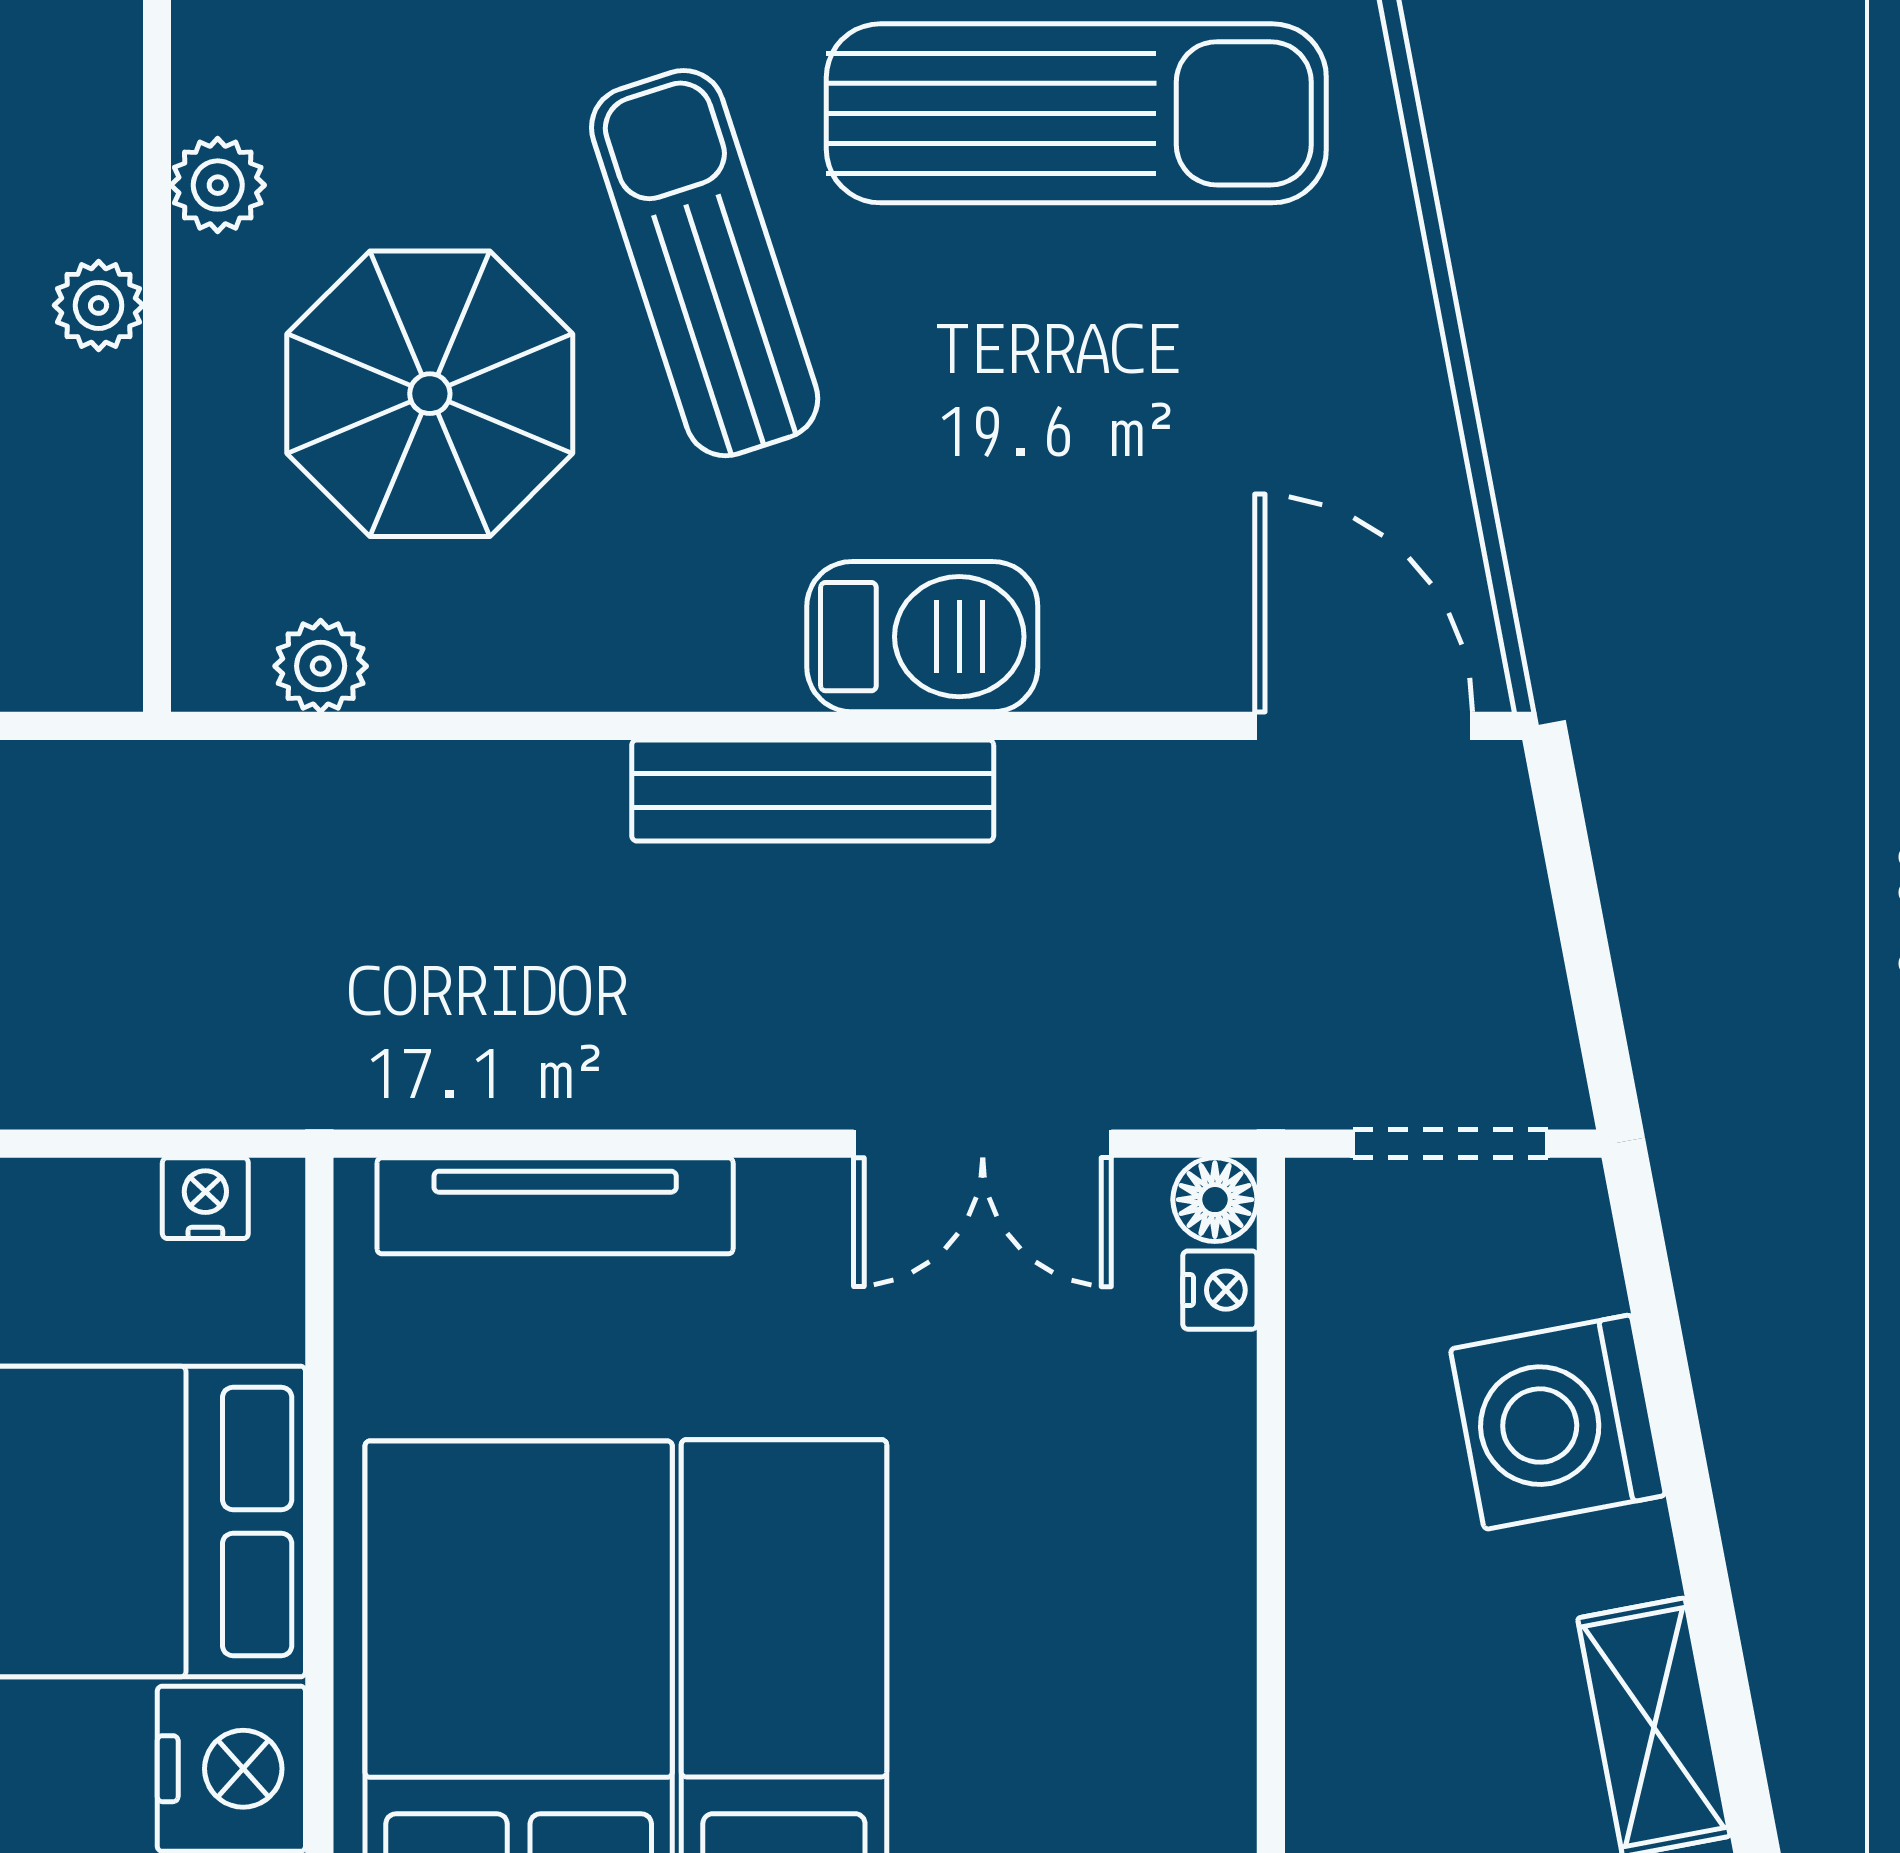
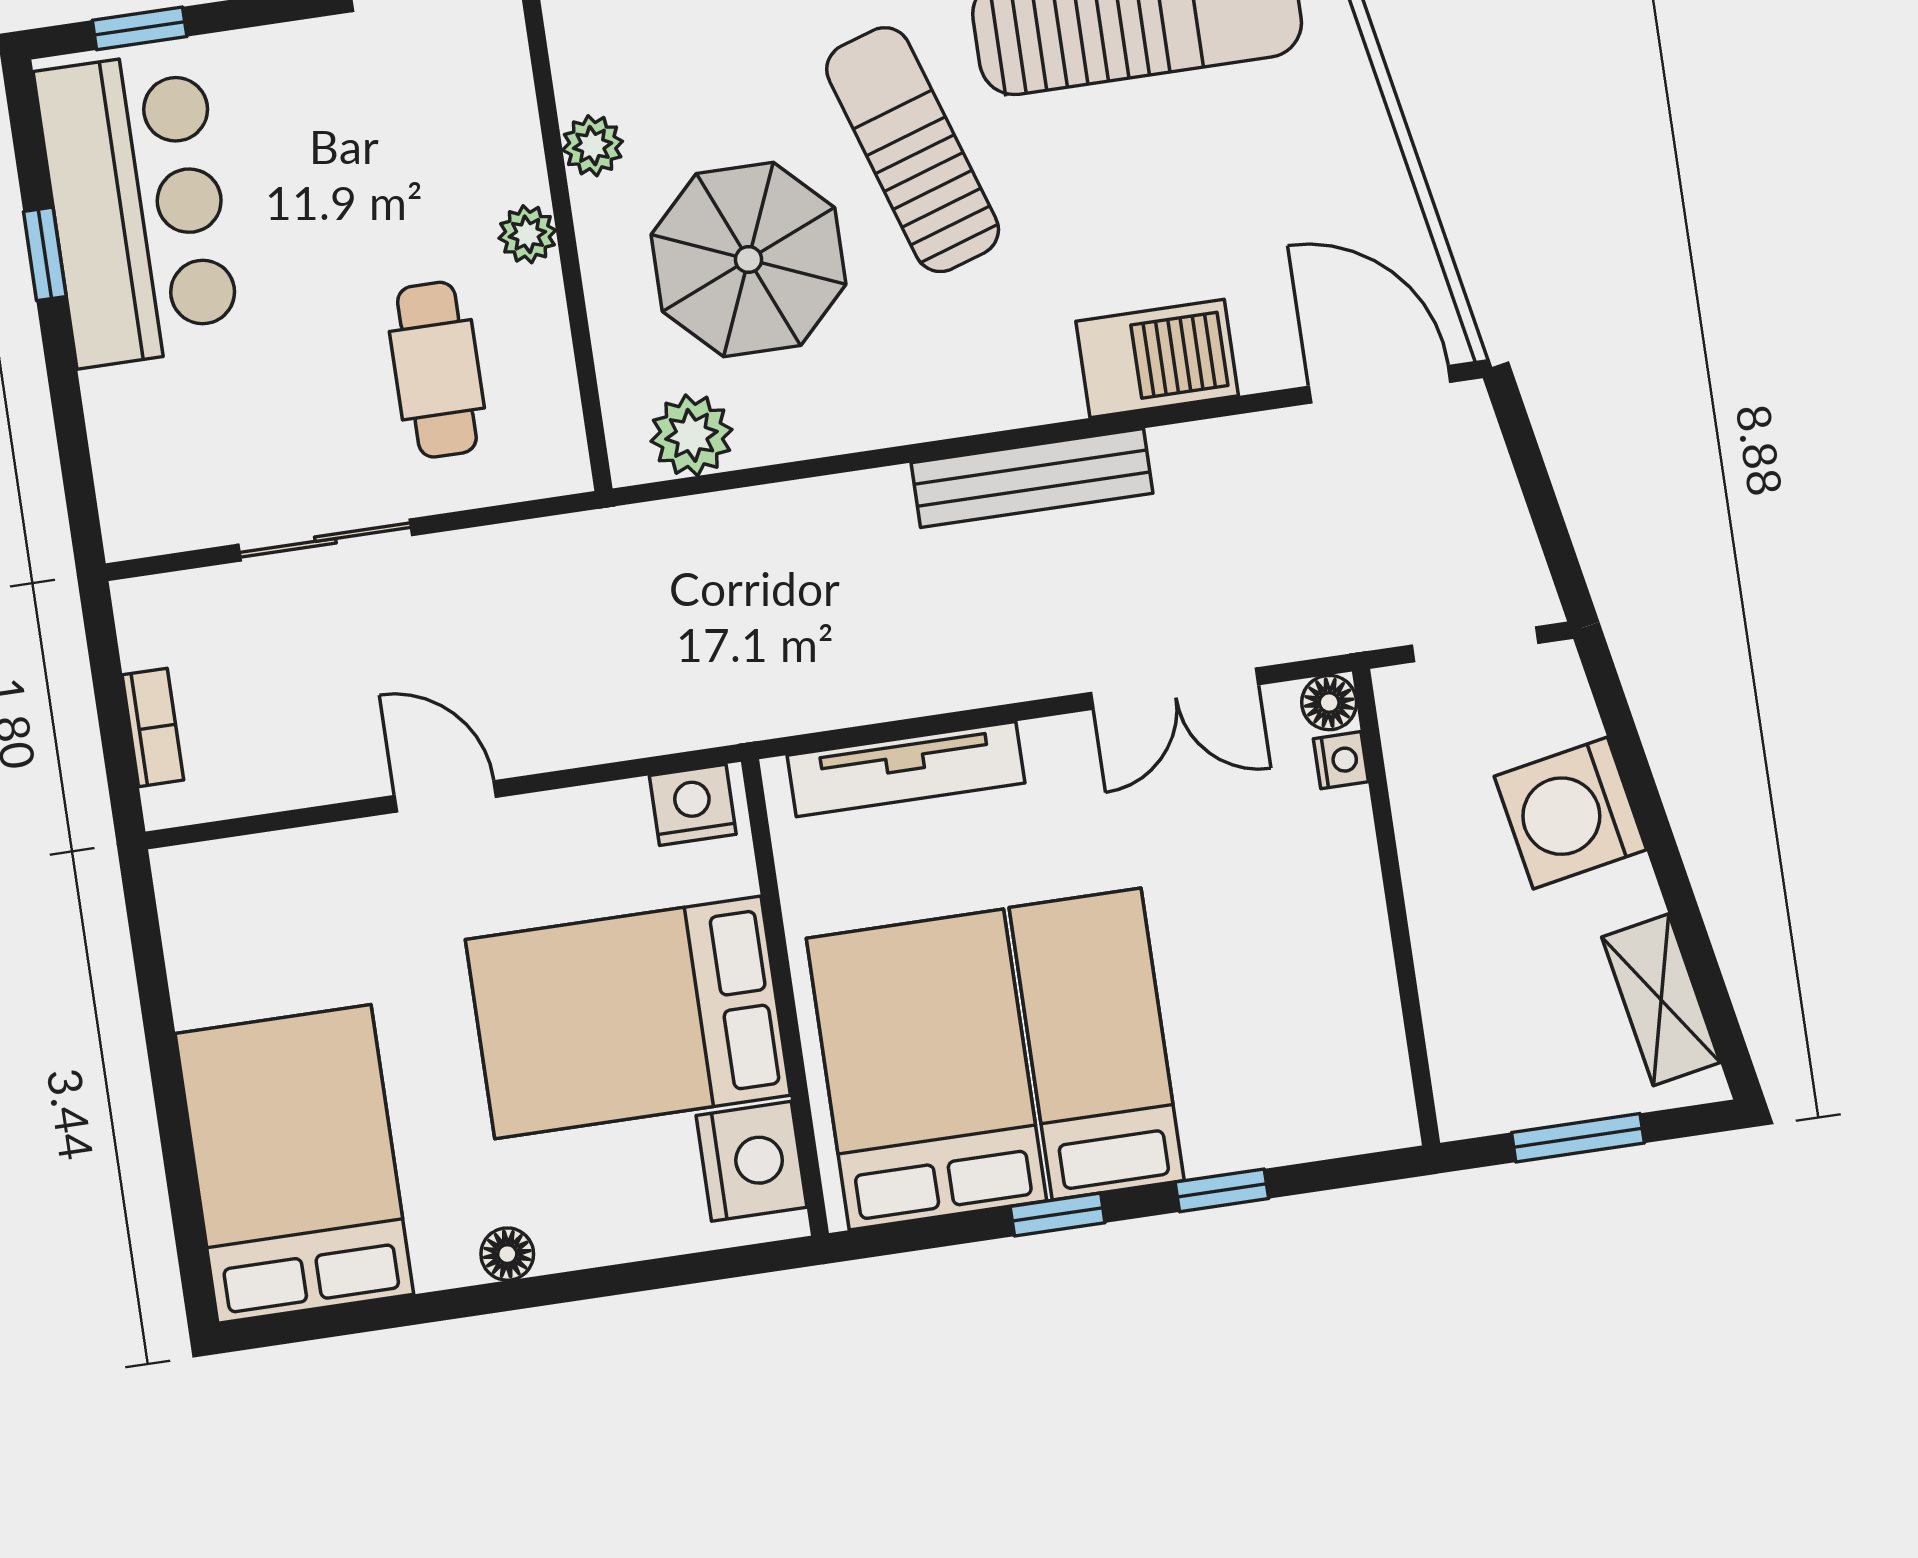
barbecue: (922, 637) -> (1157, 359), moved
plant: (321, 666) -> (692, 435), width x1.38, depth x1.38
nightstand: (205, 1198) -> (693, 805), width x1.39, depth x1.35

